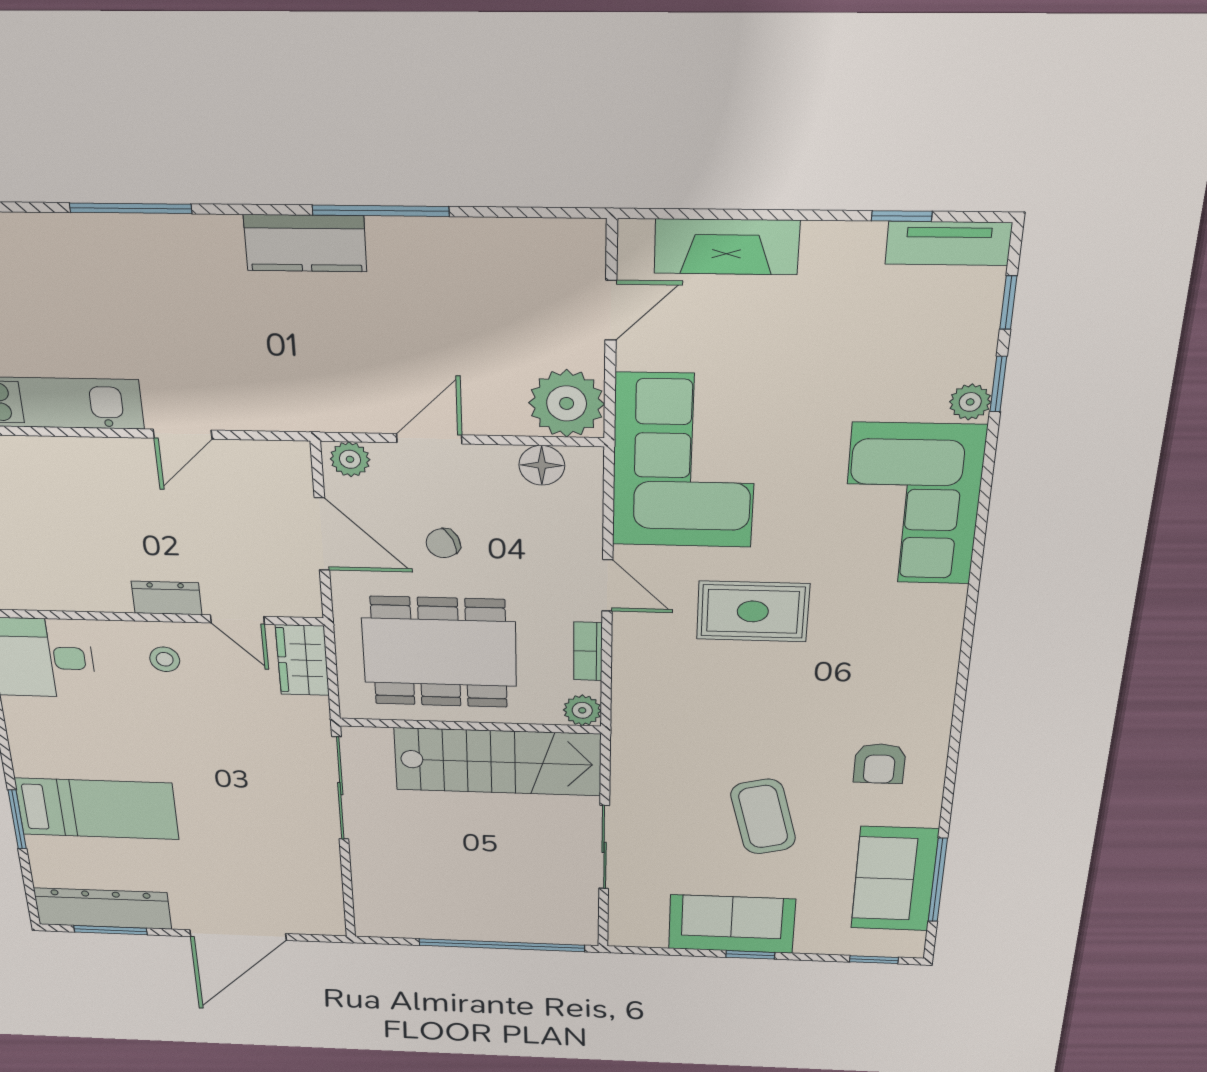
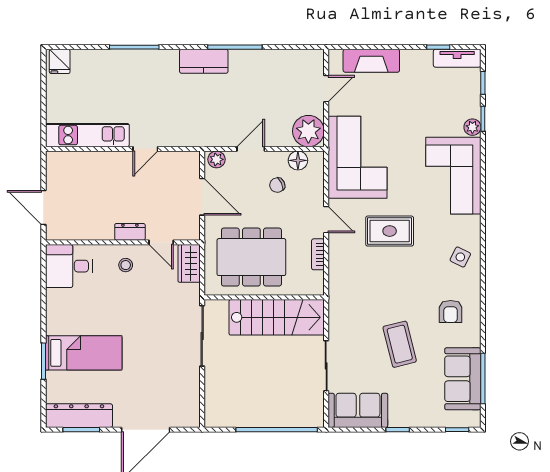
chair: (443, 543) -> (277, 185), moved
side table: (912, 665) -> (460, 257), added
plant: (582, 710) -> (316, 287), removed
sofa: (732, 924) -> (358, 410), moved

